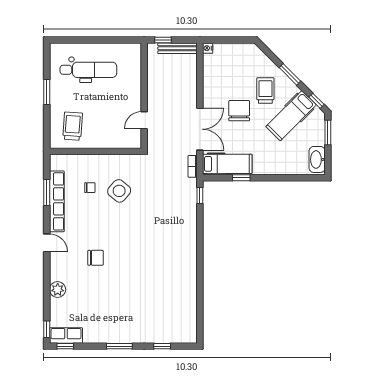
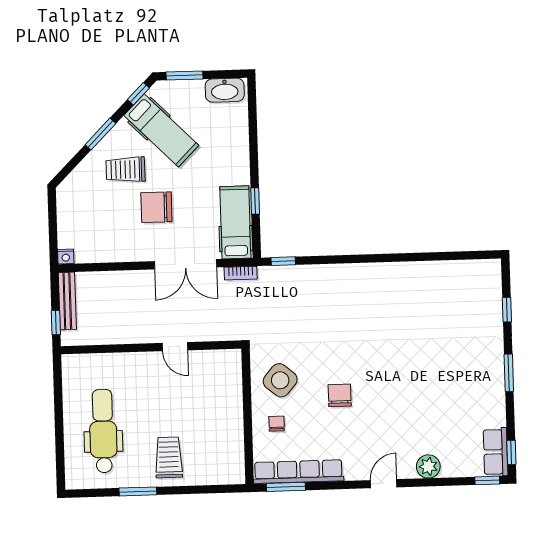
trolley: (73, 126) -> (169, 457), moved, turned 86
double door: (200, 129) -> (186, 264), swing flipped
wall: (95, 151) -> (248, 416), moved
door: (47, 243) -> (384, 484), moved
chair: (96, 258) -> (340, 395), moved

